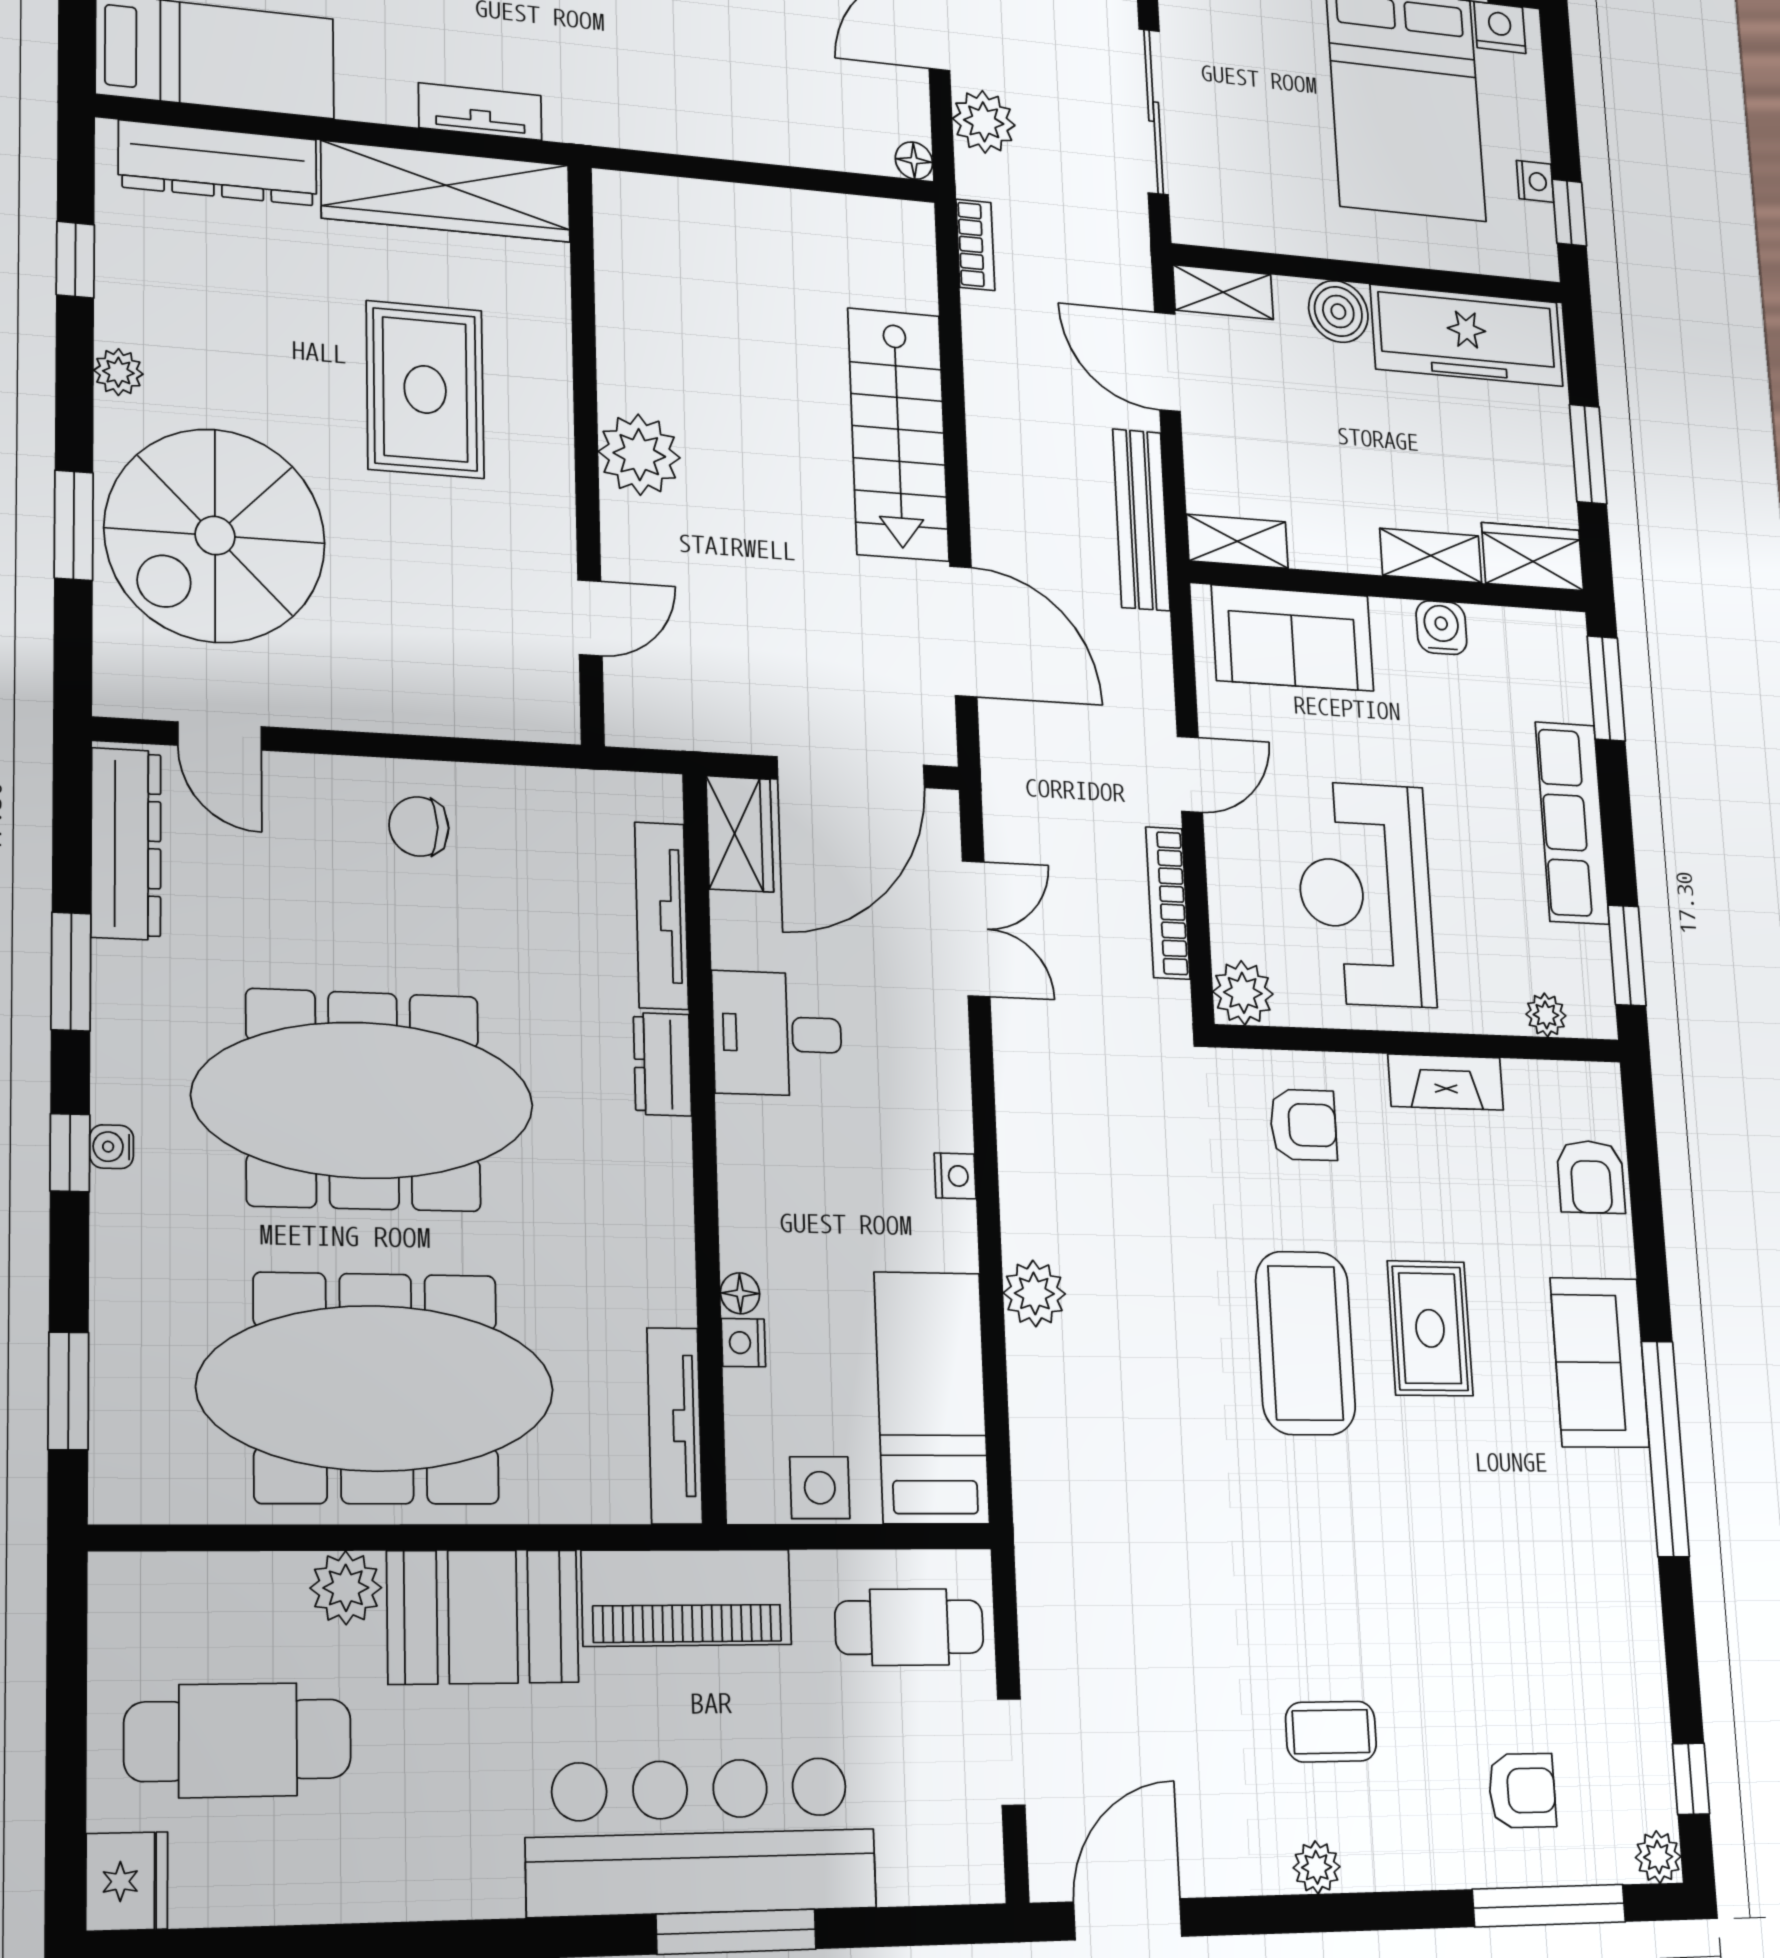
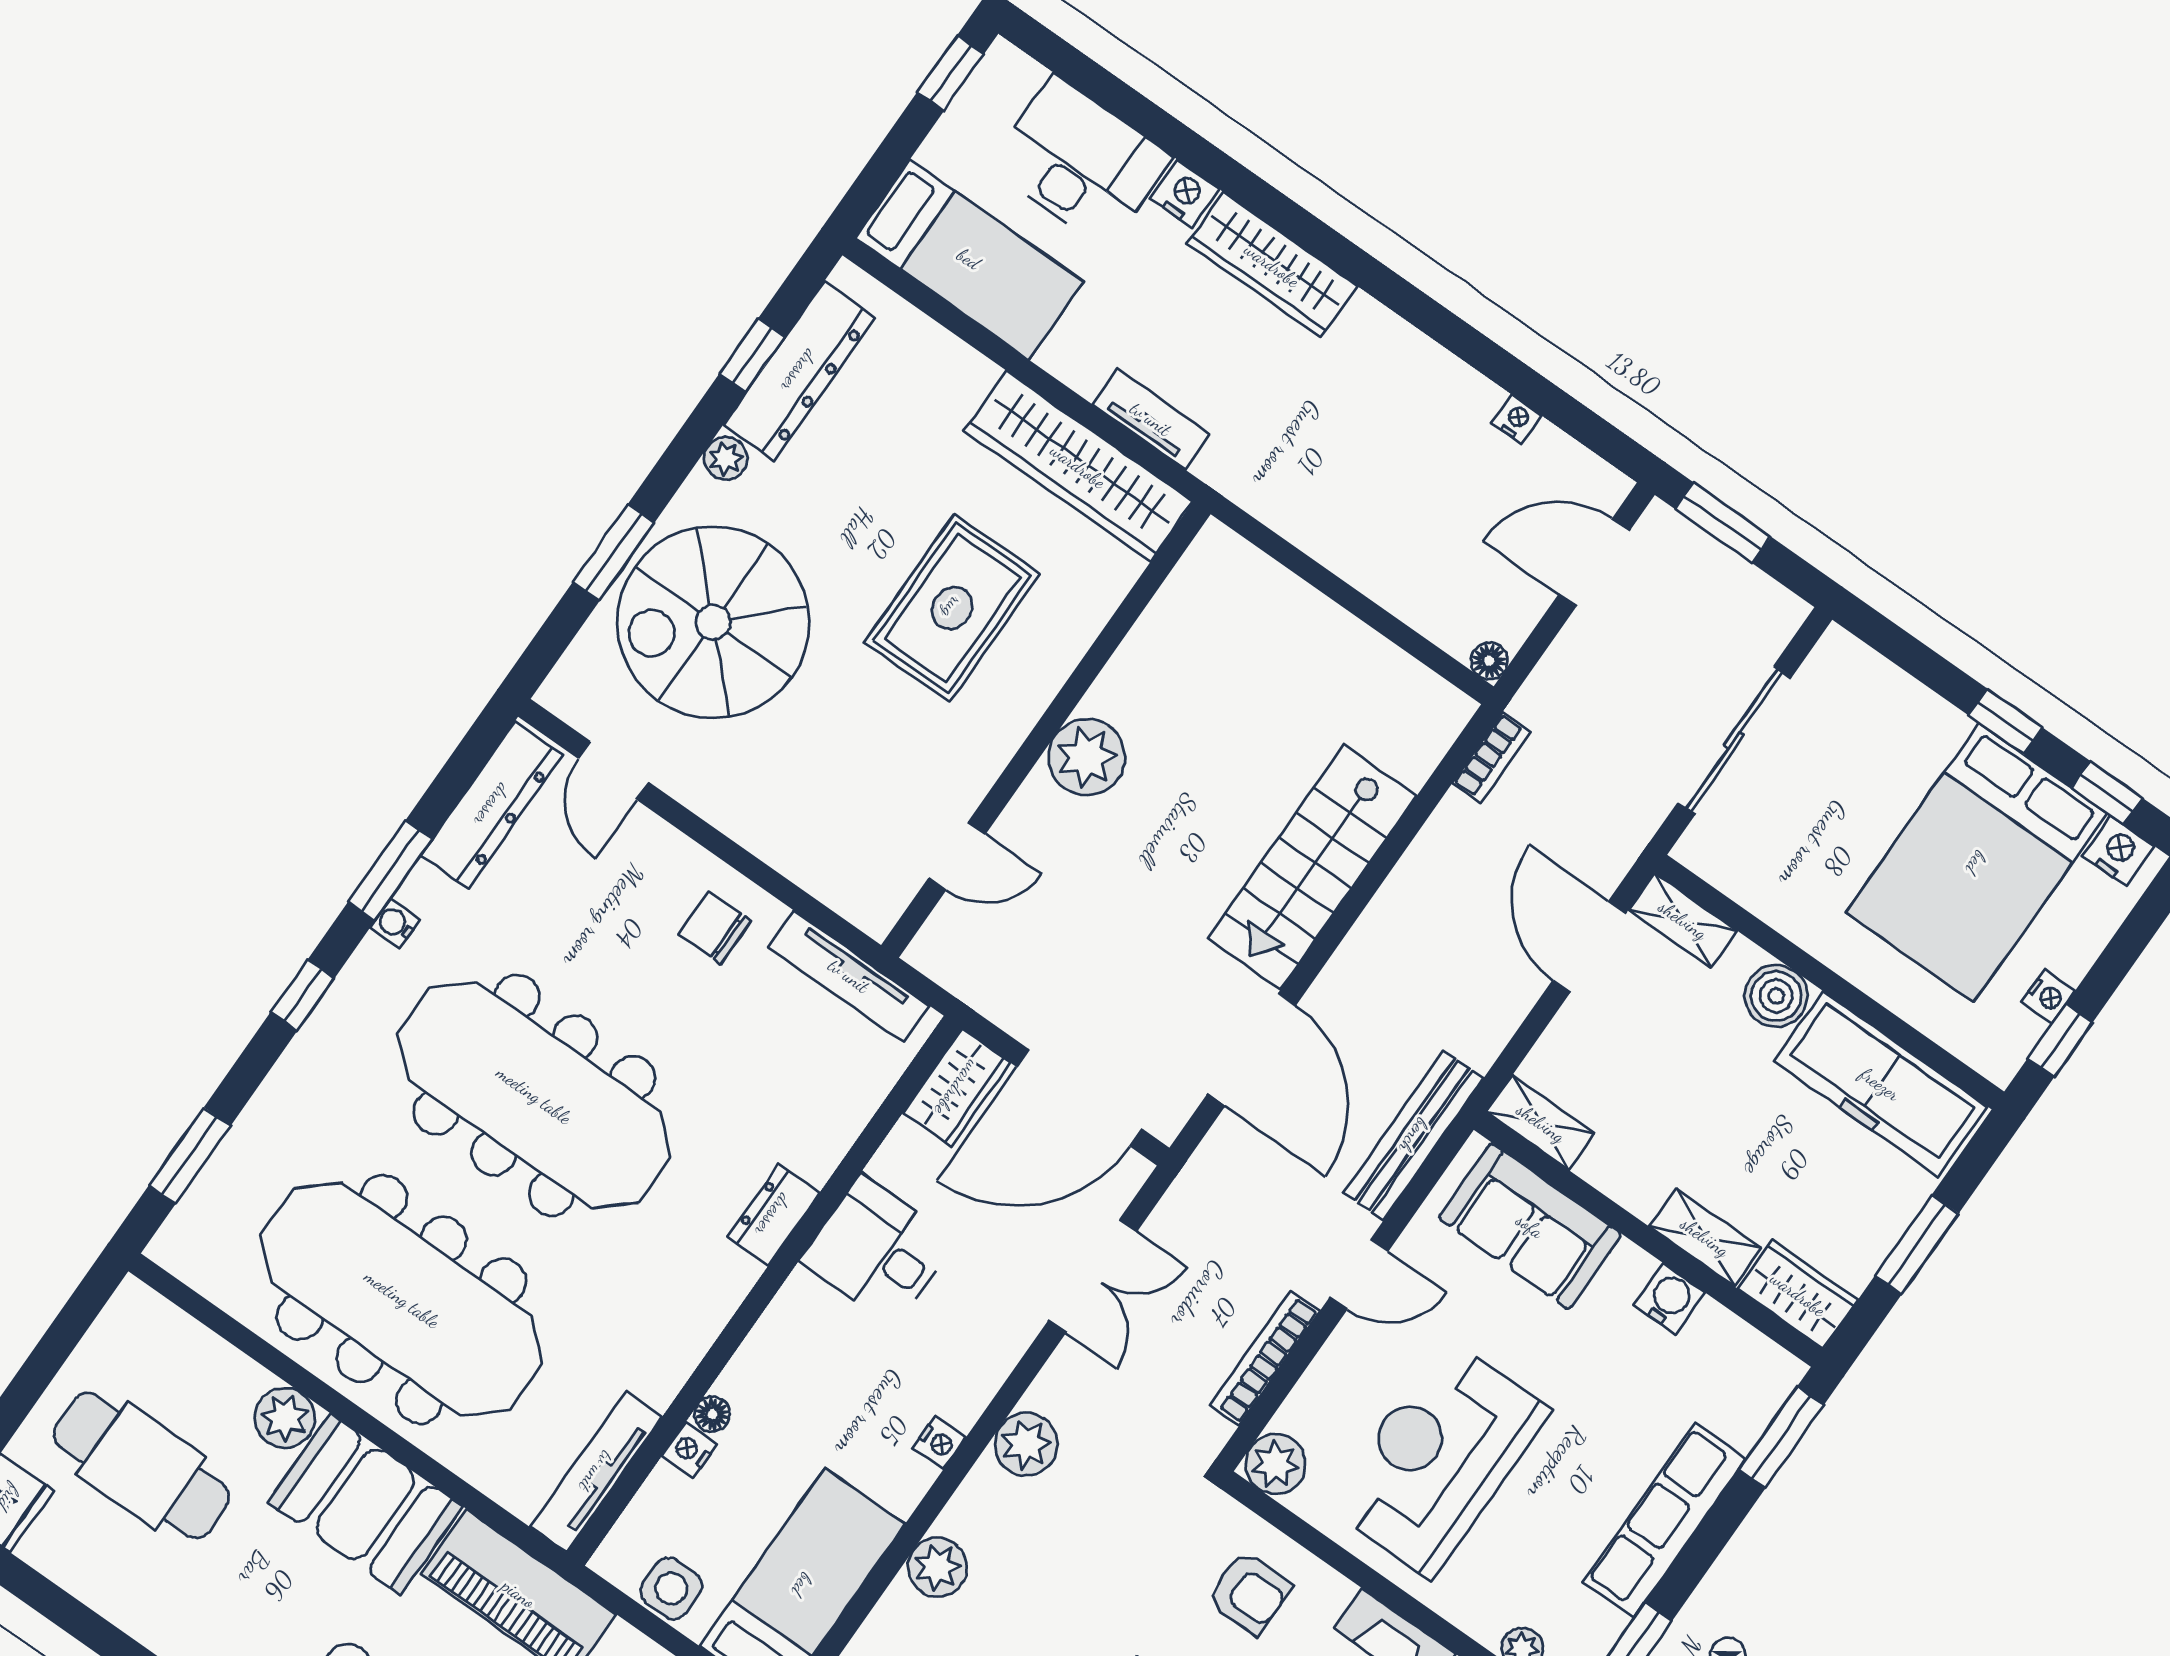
plant: (984, 122) -> (1026, 1444), moved
dresser: (218, 163) -> (799, 371), moved, turned -90
bench: (1141, 520) -> (1414, 1136), moved
tv unit: (662, 916) -> (849, 976), moved, turned -90
water cooler: (112, 1147) -> (395, 923), moved

